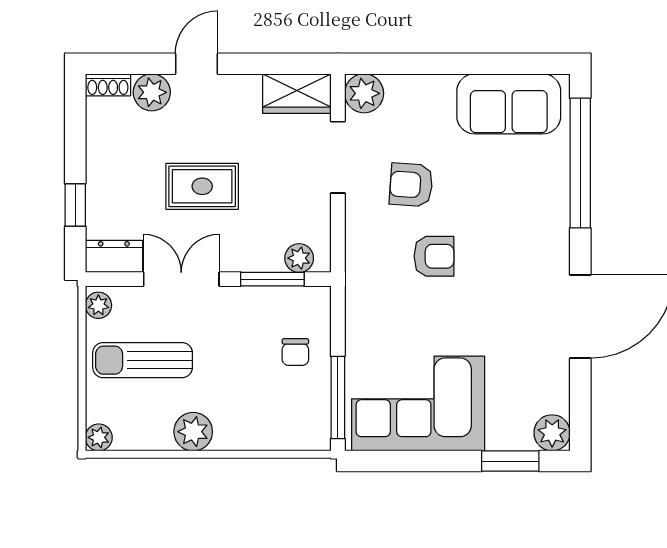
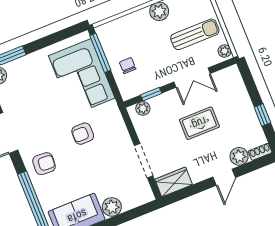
plant: (364, 93) -> (112, 207), moved
armchair: (411, 185) -> (44, 164), moved
window: (75, 205) -> (262, 115), moved
dresser: (114, 256) -> (226, 76), removed
window: (272, 279) -> (151, 94), width x0.67
corner sofa: (418, 403) -> (82, 77), moved, turned 90

